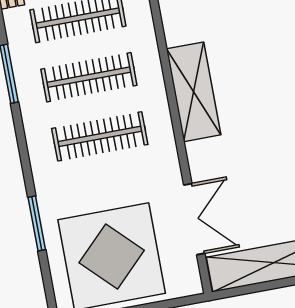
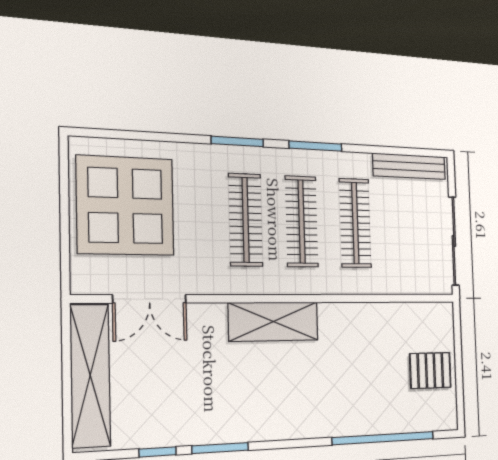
window: (37, 223) -> (237, 141), moved

